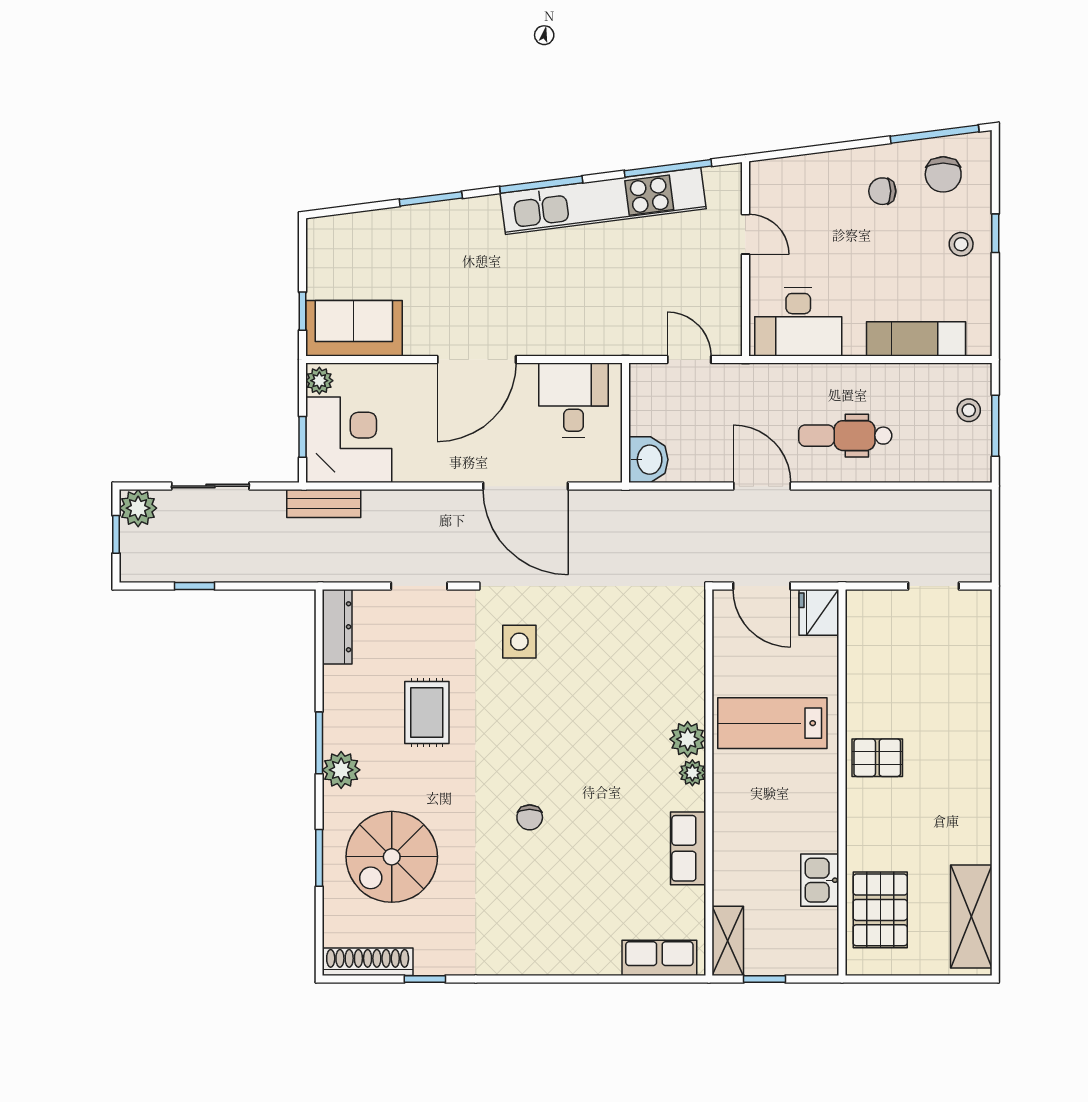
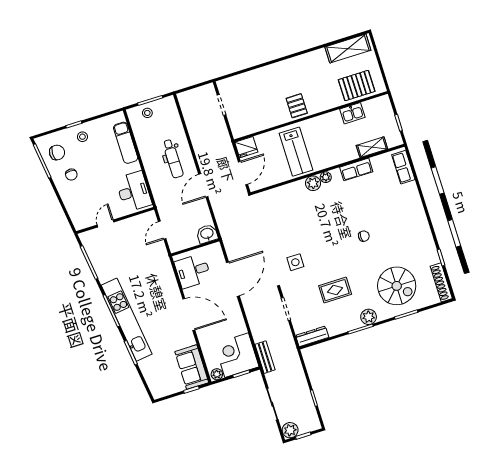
kitchen unit: (603, 201) -> (127, 320), moved
shelving: (728, 941) -> (372, 147), moved

